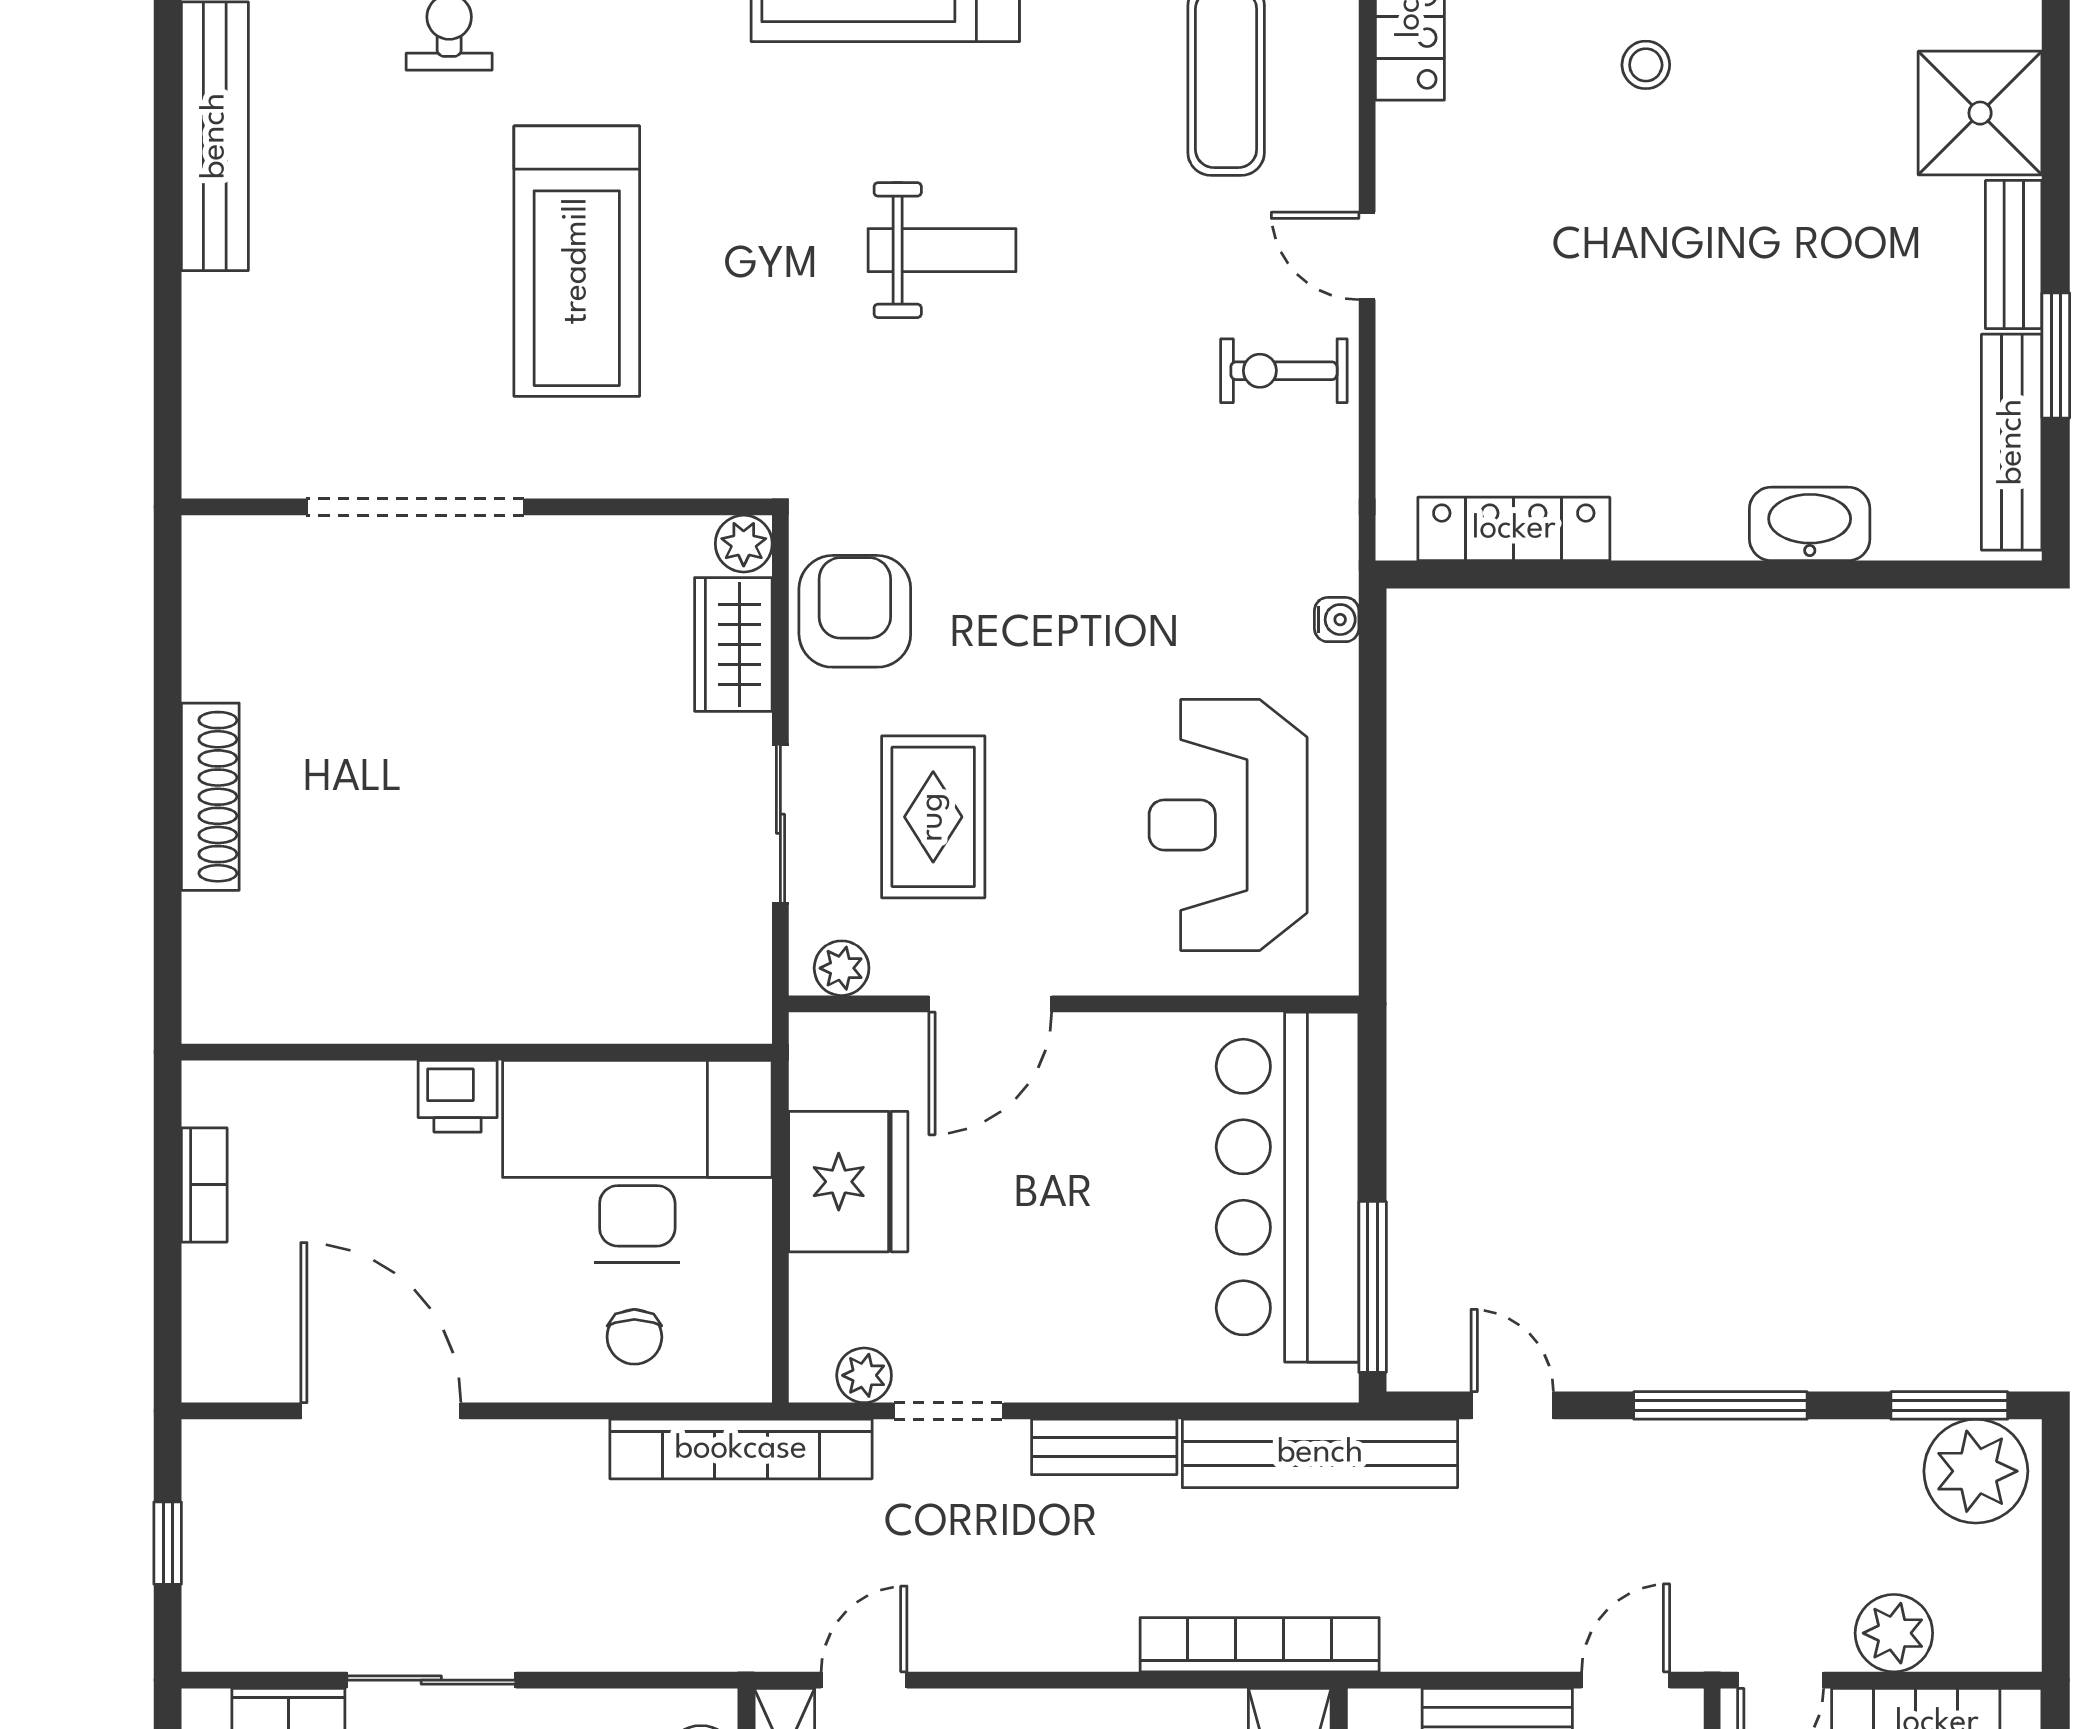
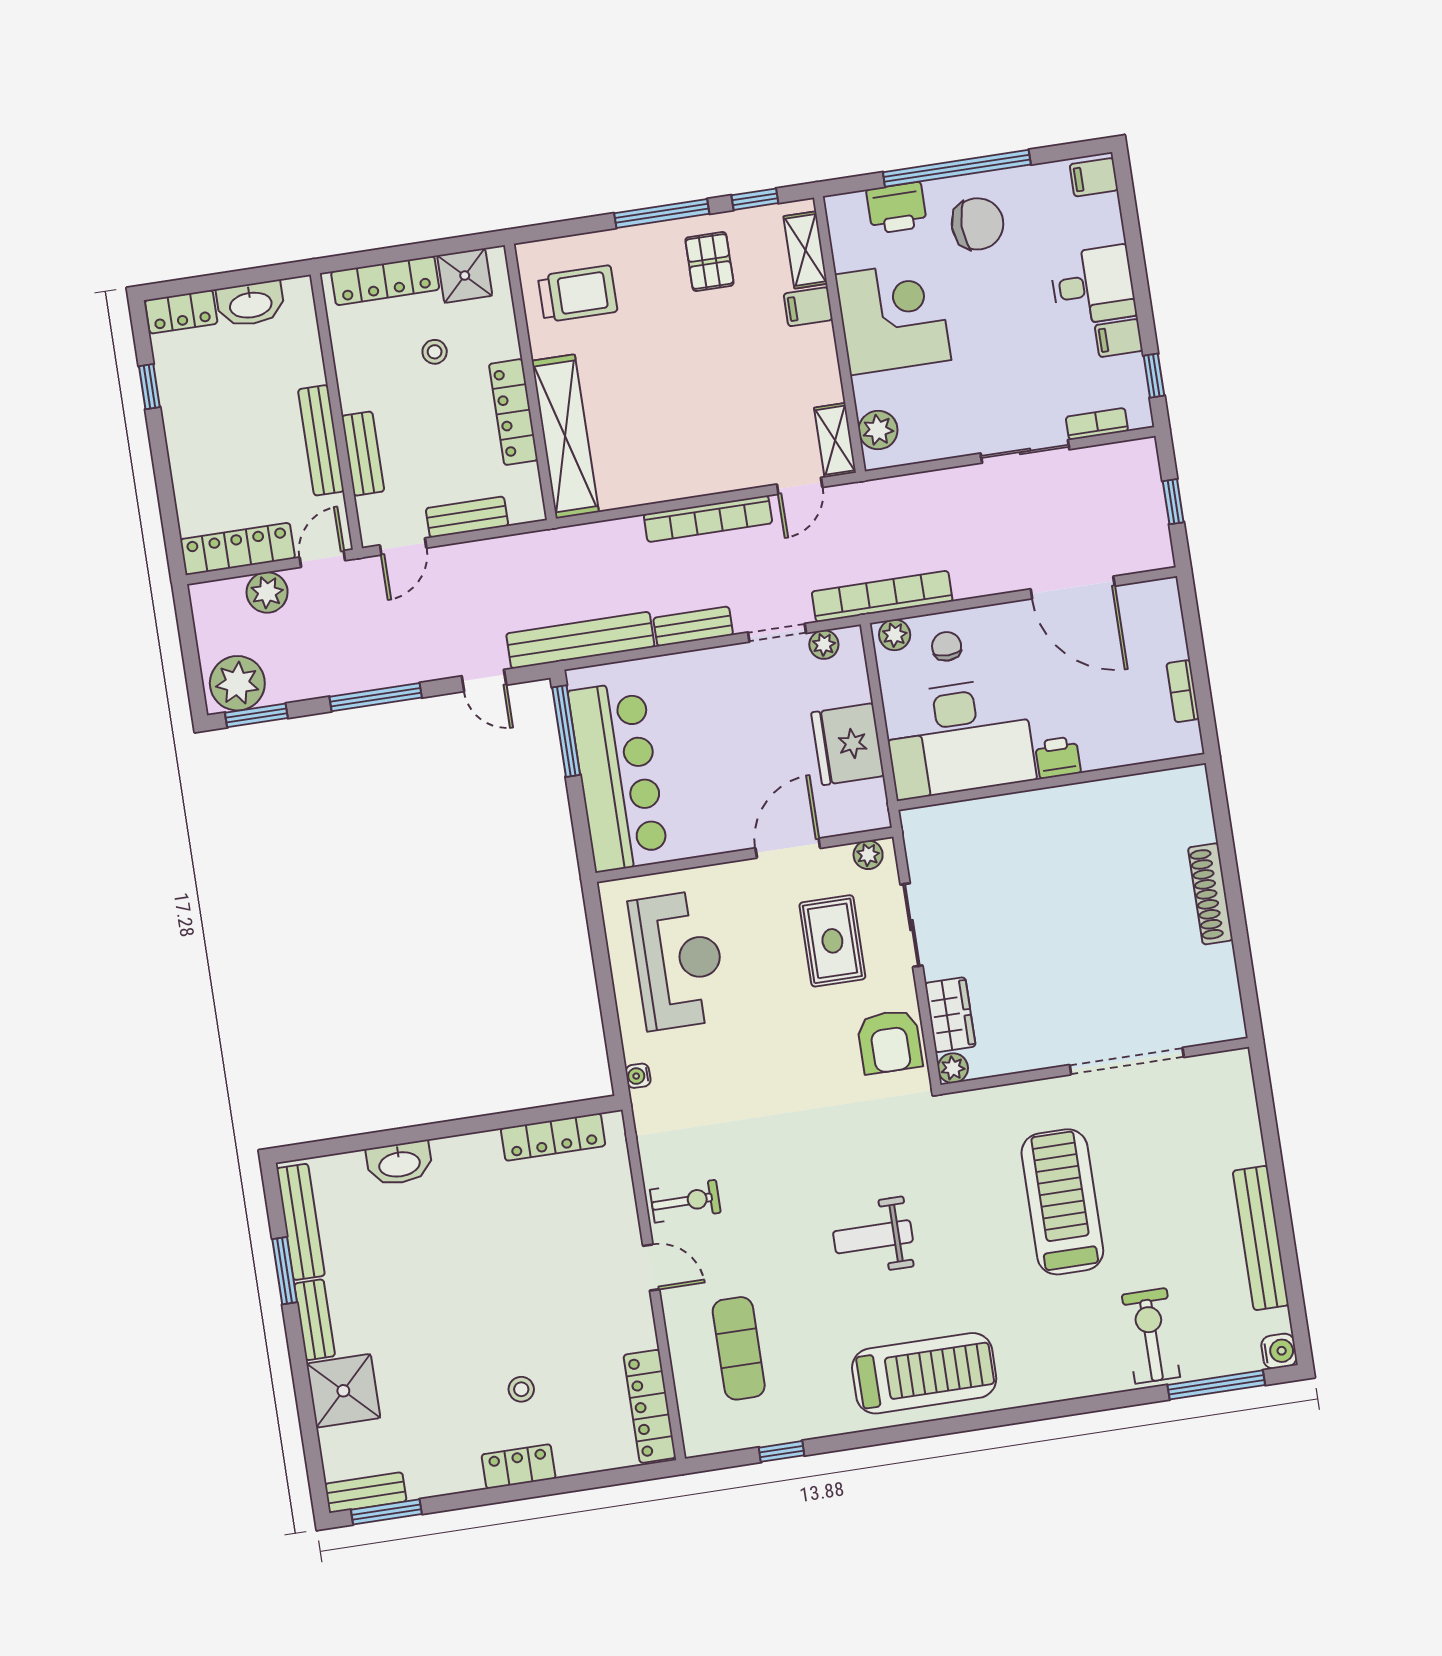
plant: (729, 1373) -> (895, 635), added
bookcase: (1260, 1645) -> (708, 519), moved

